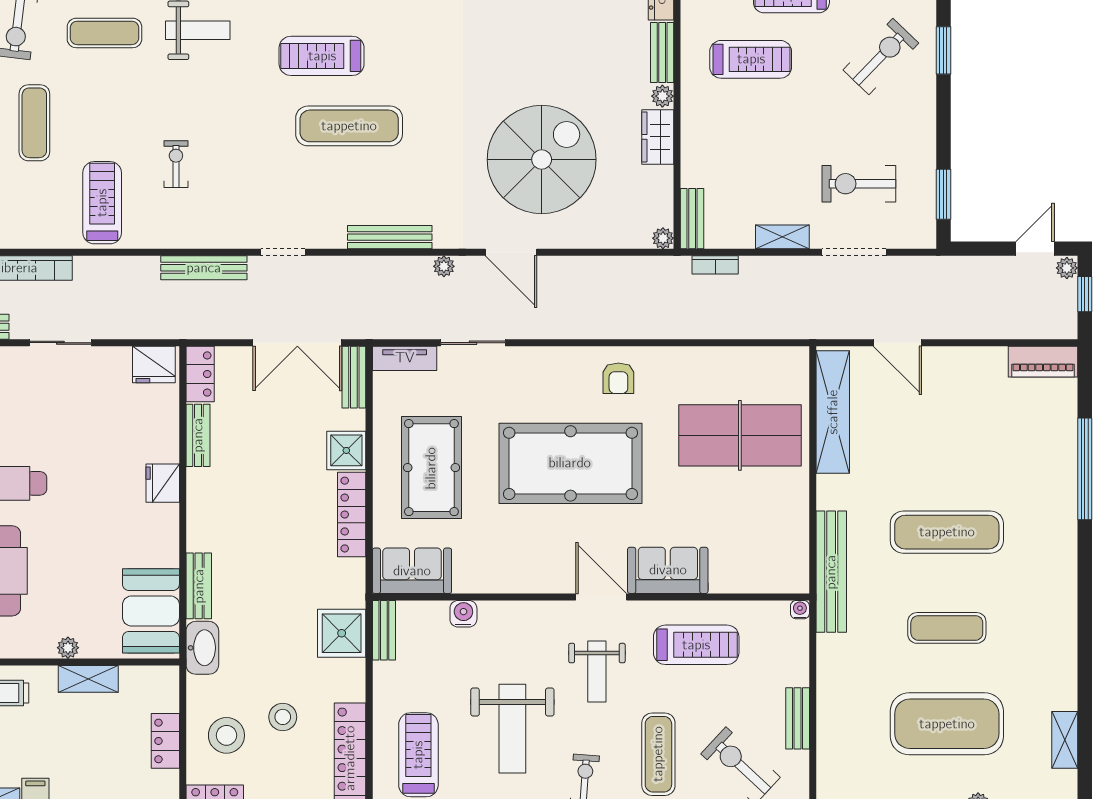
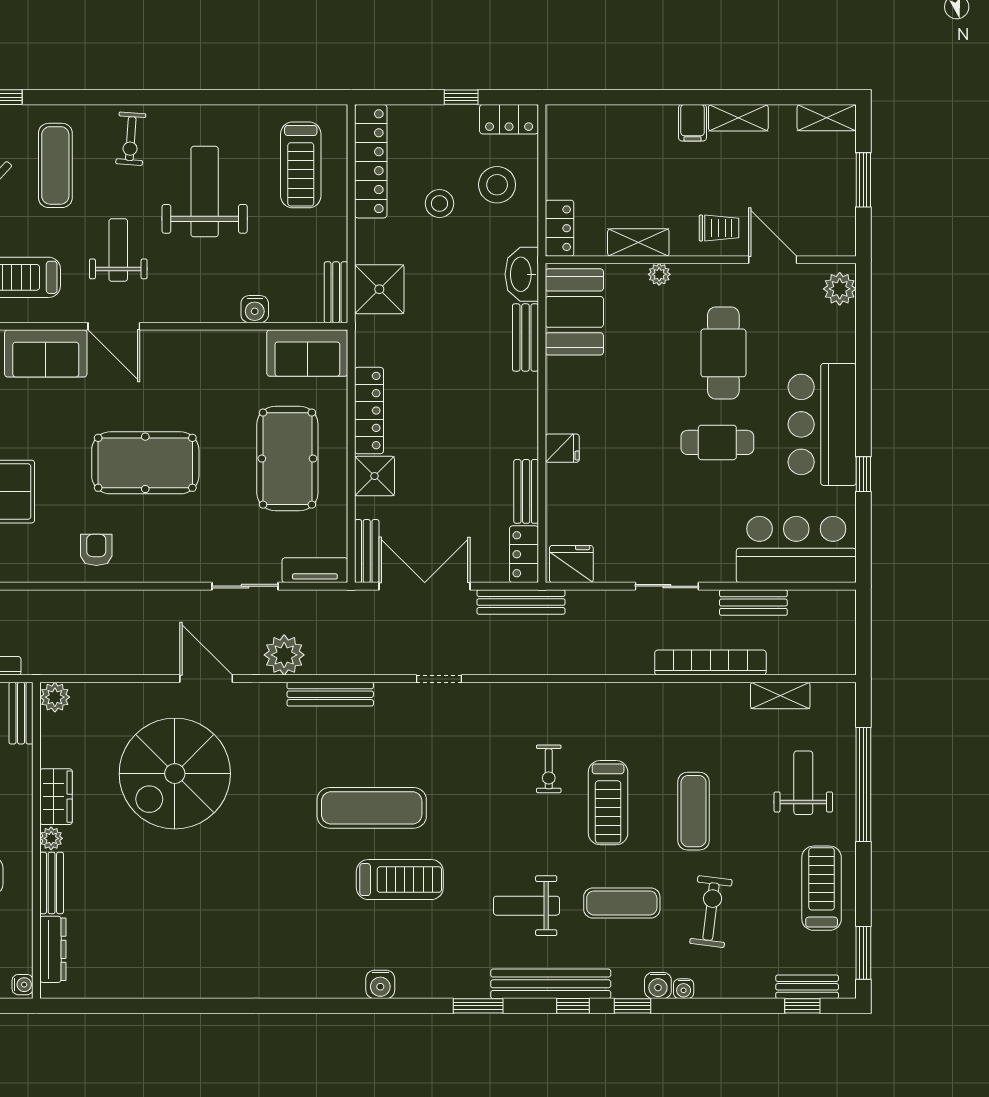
treadmill: (102, 203) -> (608, 803), moved
plant: (663, 238) -> (55, 697), width x1.38, depth x1.38
plant: (444, 266) -> (284, 655), width x1.88, depth x1.88
bench: (204, 268) -> (521, 602), moved
pool table: (570, 463) -> (145, 463), width x0.73, depth x0.76
fridge: (163, 483) -> (562, 448), width x0.72
locker: (165, 741) -> (560, 228), moved

